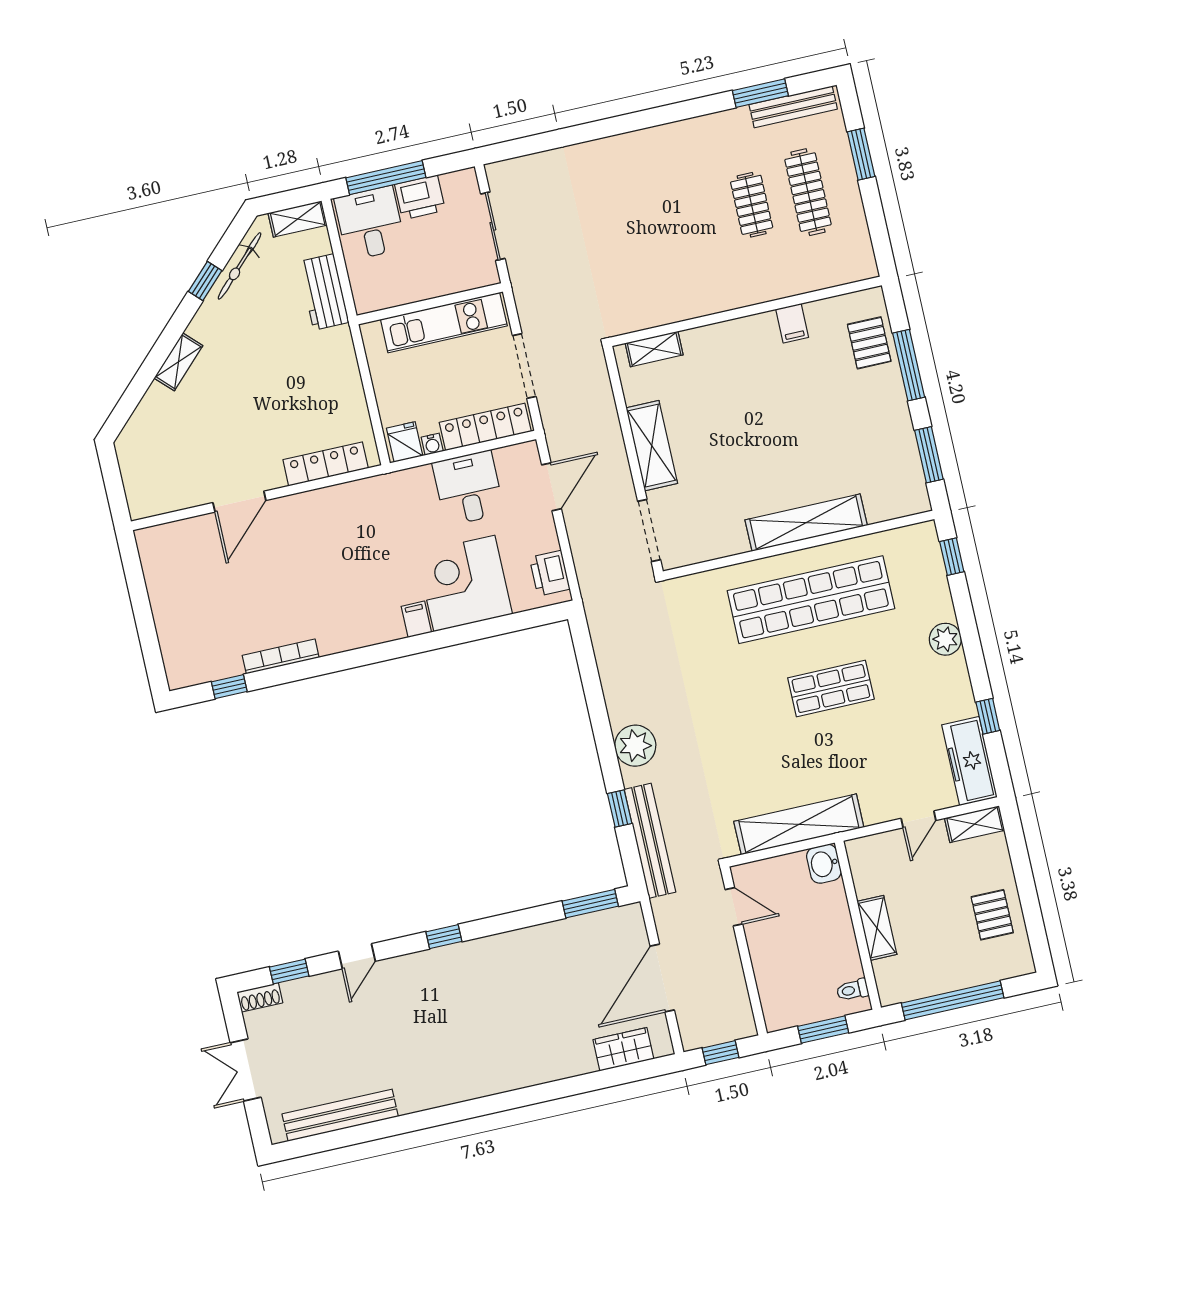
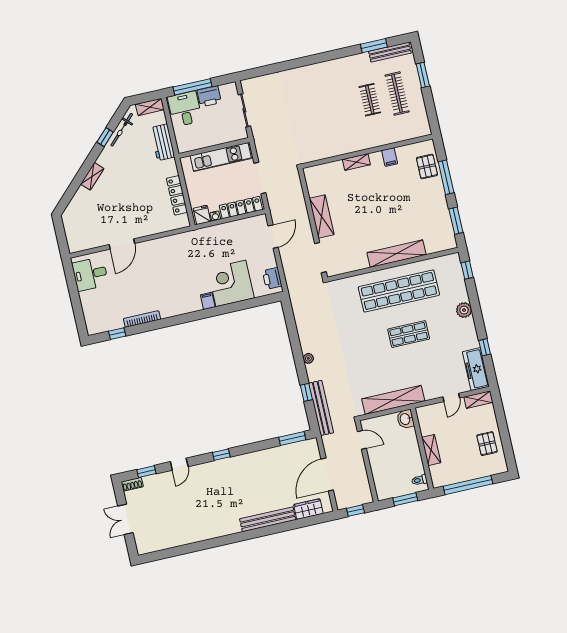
shelving: (654, 349) -> (356, 162), moved
locker: (326, 464) -> (177, 195), moved, turned -90
desk: (468, 488) -> (90, 274), moved, turned -90
plant: (635, 746) -> (308, 358), width x0.53, depth x0.53
bench: (340, 1115) -> (268, 519), moved

